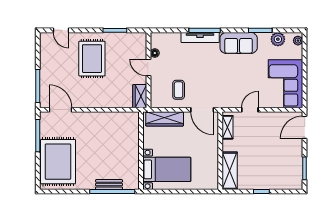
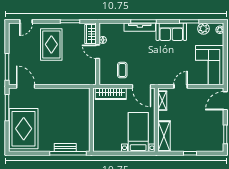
door: (61, 30) -> (26, 21), hinge flipped
wardrobe: (140, 96) -> (91, 34), moved
bed with nightstands: (167, 169) -> (138, 132), moved, turned -90

